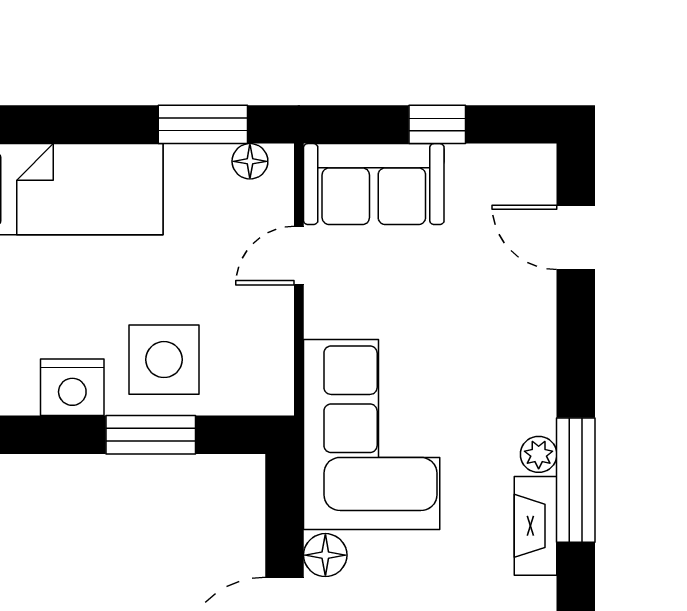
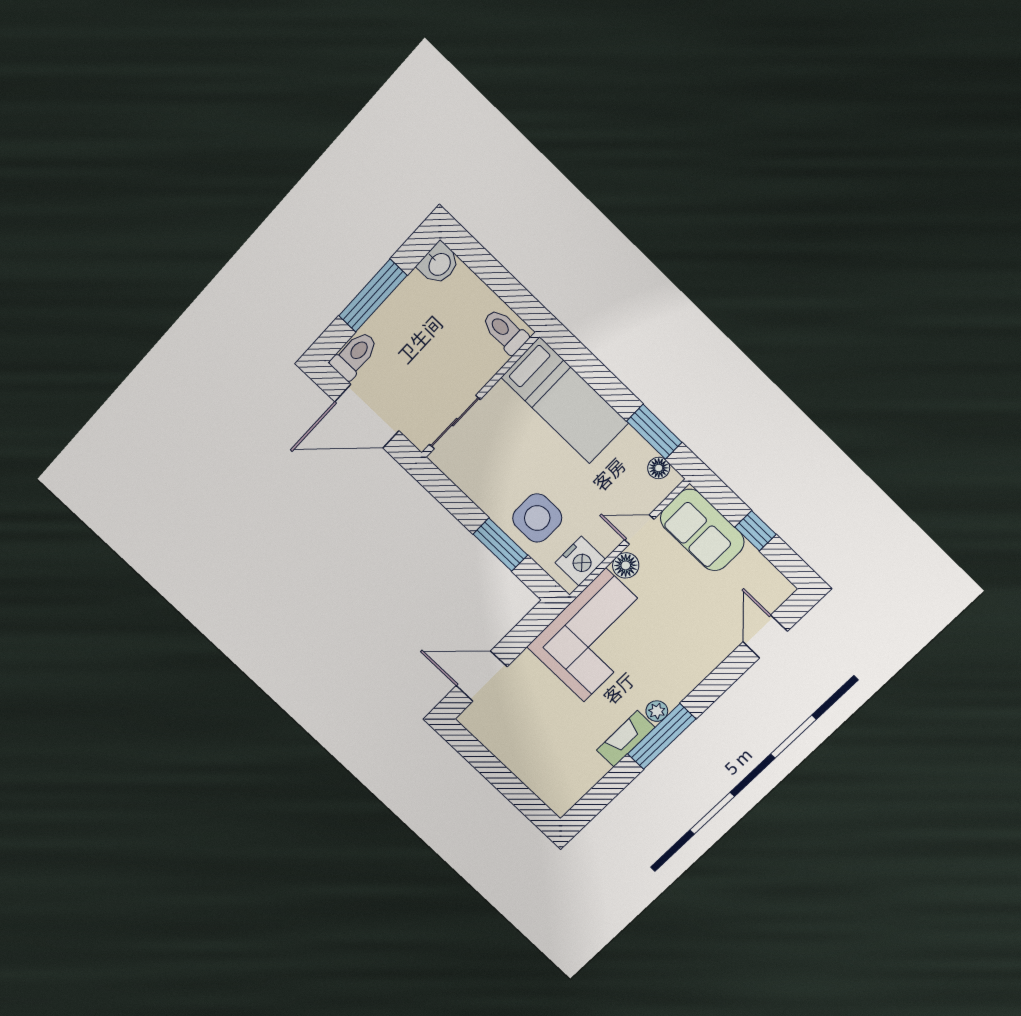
nightstand: (72, 387) -> (580, 561), moved, turned -90
floor lamp: (325, 555) -> (626, 565), moved

